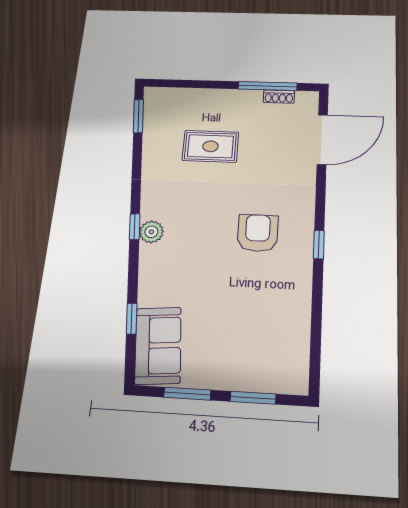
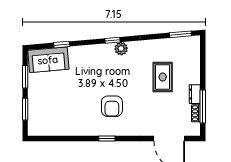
dresser: (245, 97) -> (195, 94), added
plant: (151, 232) -> (121, 49), moved
armchair: (258, 233) -> (112, 106), turned 90

